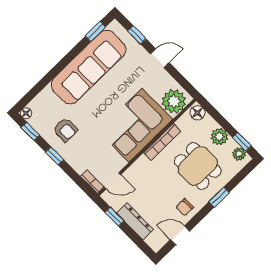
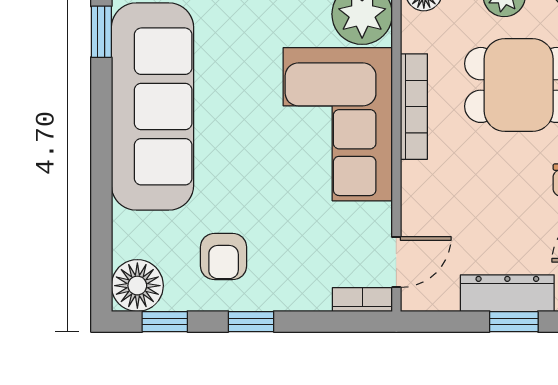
floor lamp: (26, 113) -> (137, 286), width x1.89, depth x1.89
armchair: (66, 130) -> (224, 256), turned 90
window: (114, 217) -> (514, 322), moved

